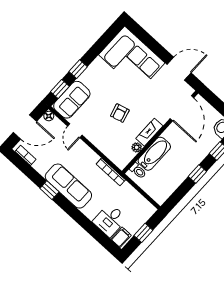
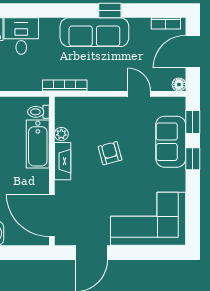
sofa: (72, 100) -> (171, 142), moved

